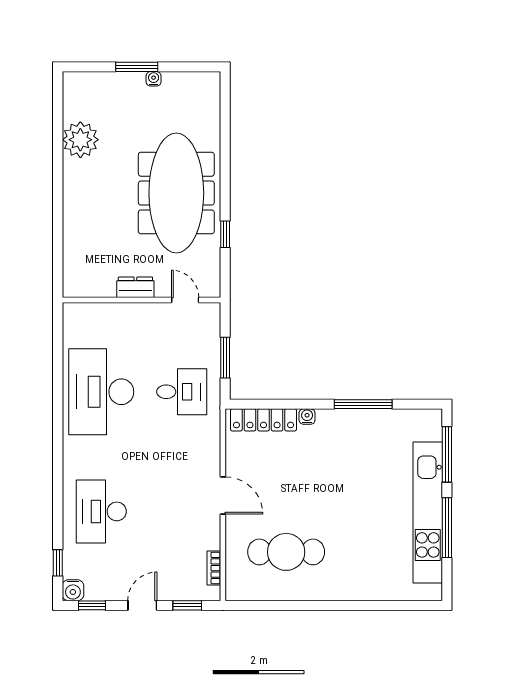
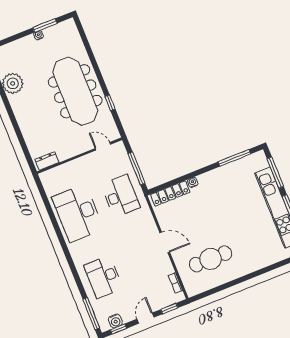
window: (137, 67) -> (45, 25), moved
dresser: (135, 287) -> (47, 161), moved
window: (225, 358) -> (136, 168), width x1.44
desk: (182, 392) -> (121, 196), width x1.37
window: (363, 404) -> (234, 158), moved
window: (58, 563) -> (91, 314), width x2.17
water cooler: (73, 590) -> (115, 321), moved

